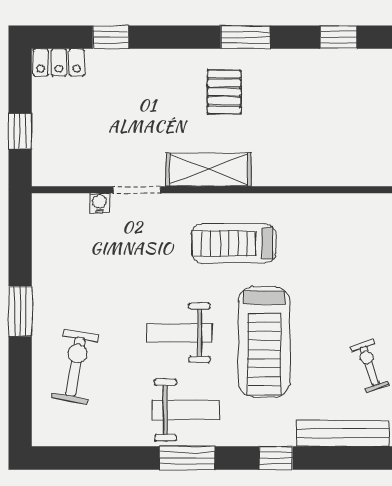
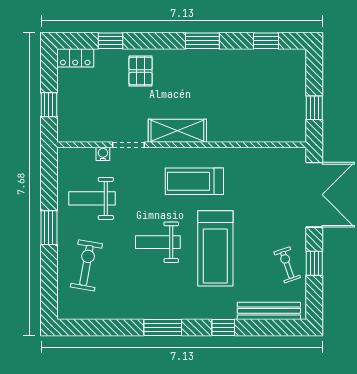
pallet: (224, 92) -> (141, 71), moved
weight bench: (186, 410) -> (92, 198), moved, turned 180

